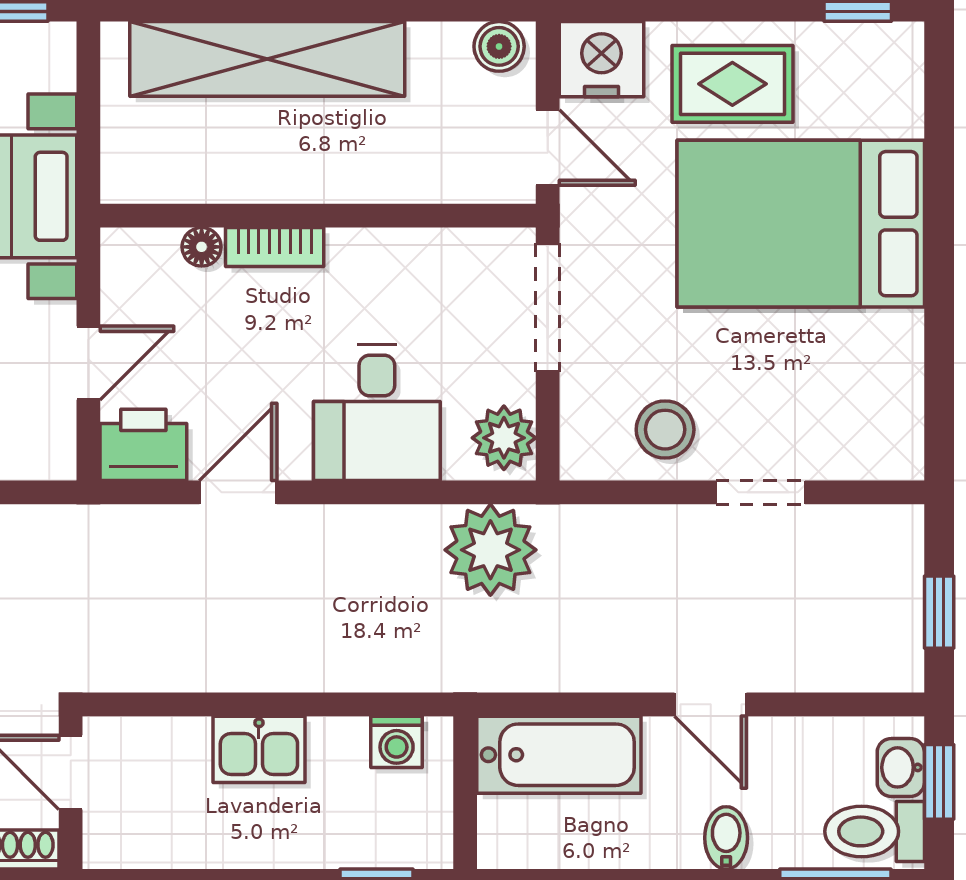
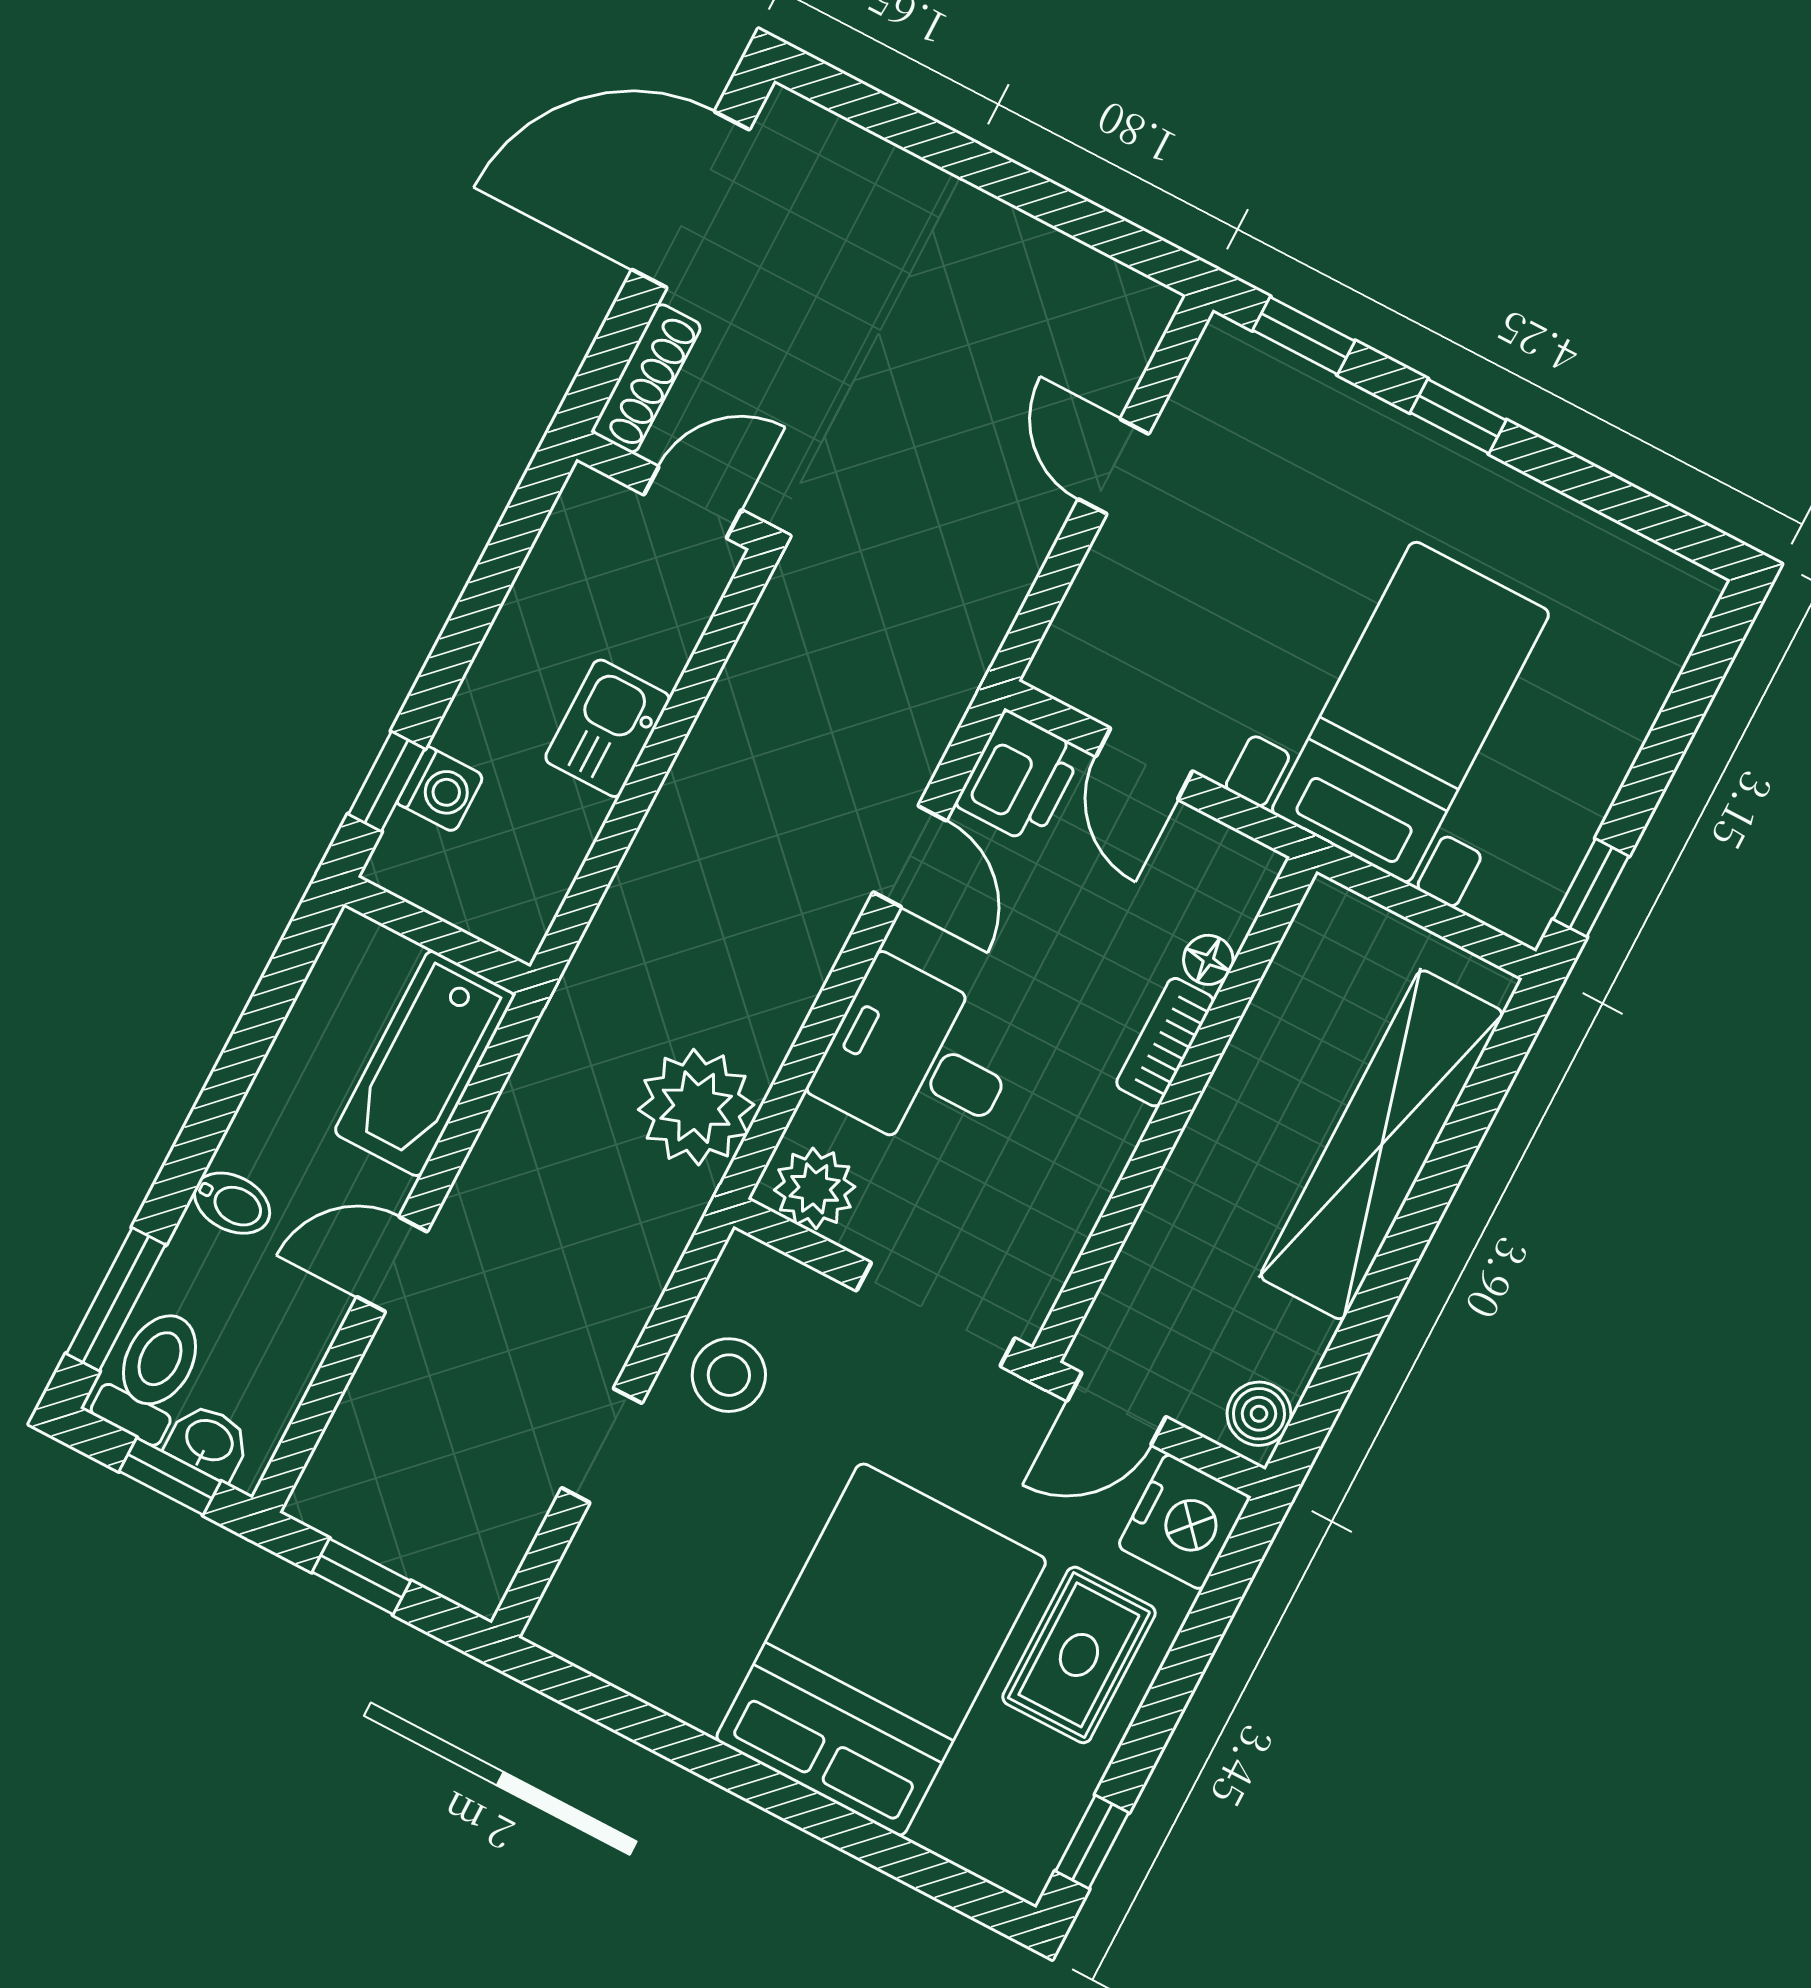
washing machine: (397, 742) -> (440, 789), moved, turned 180

